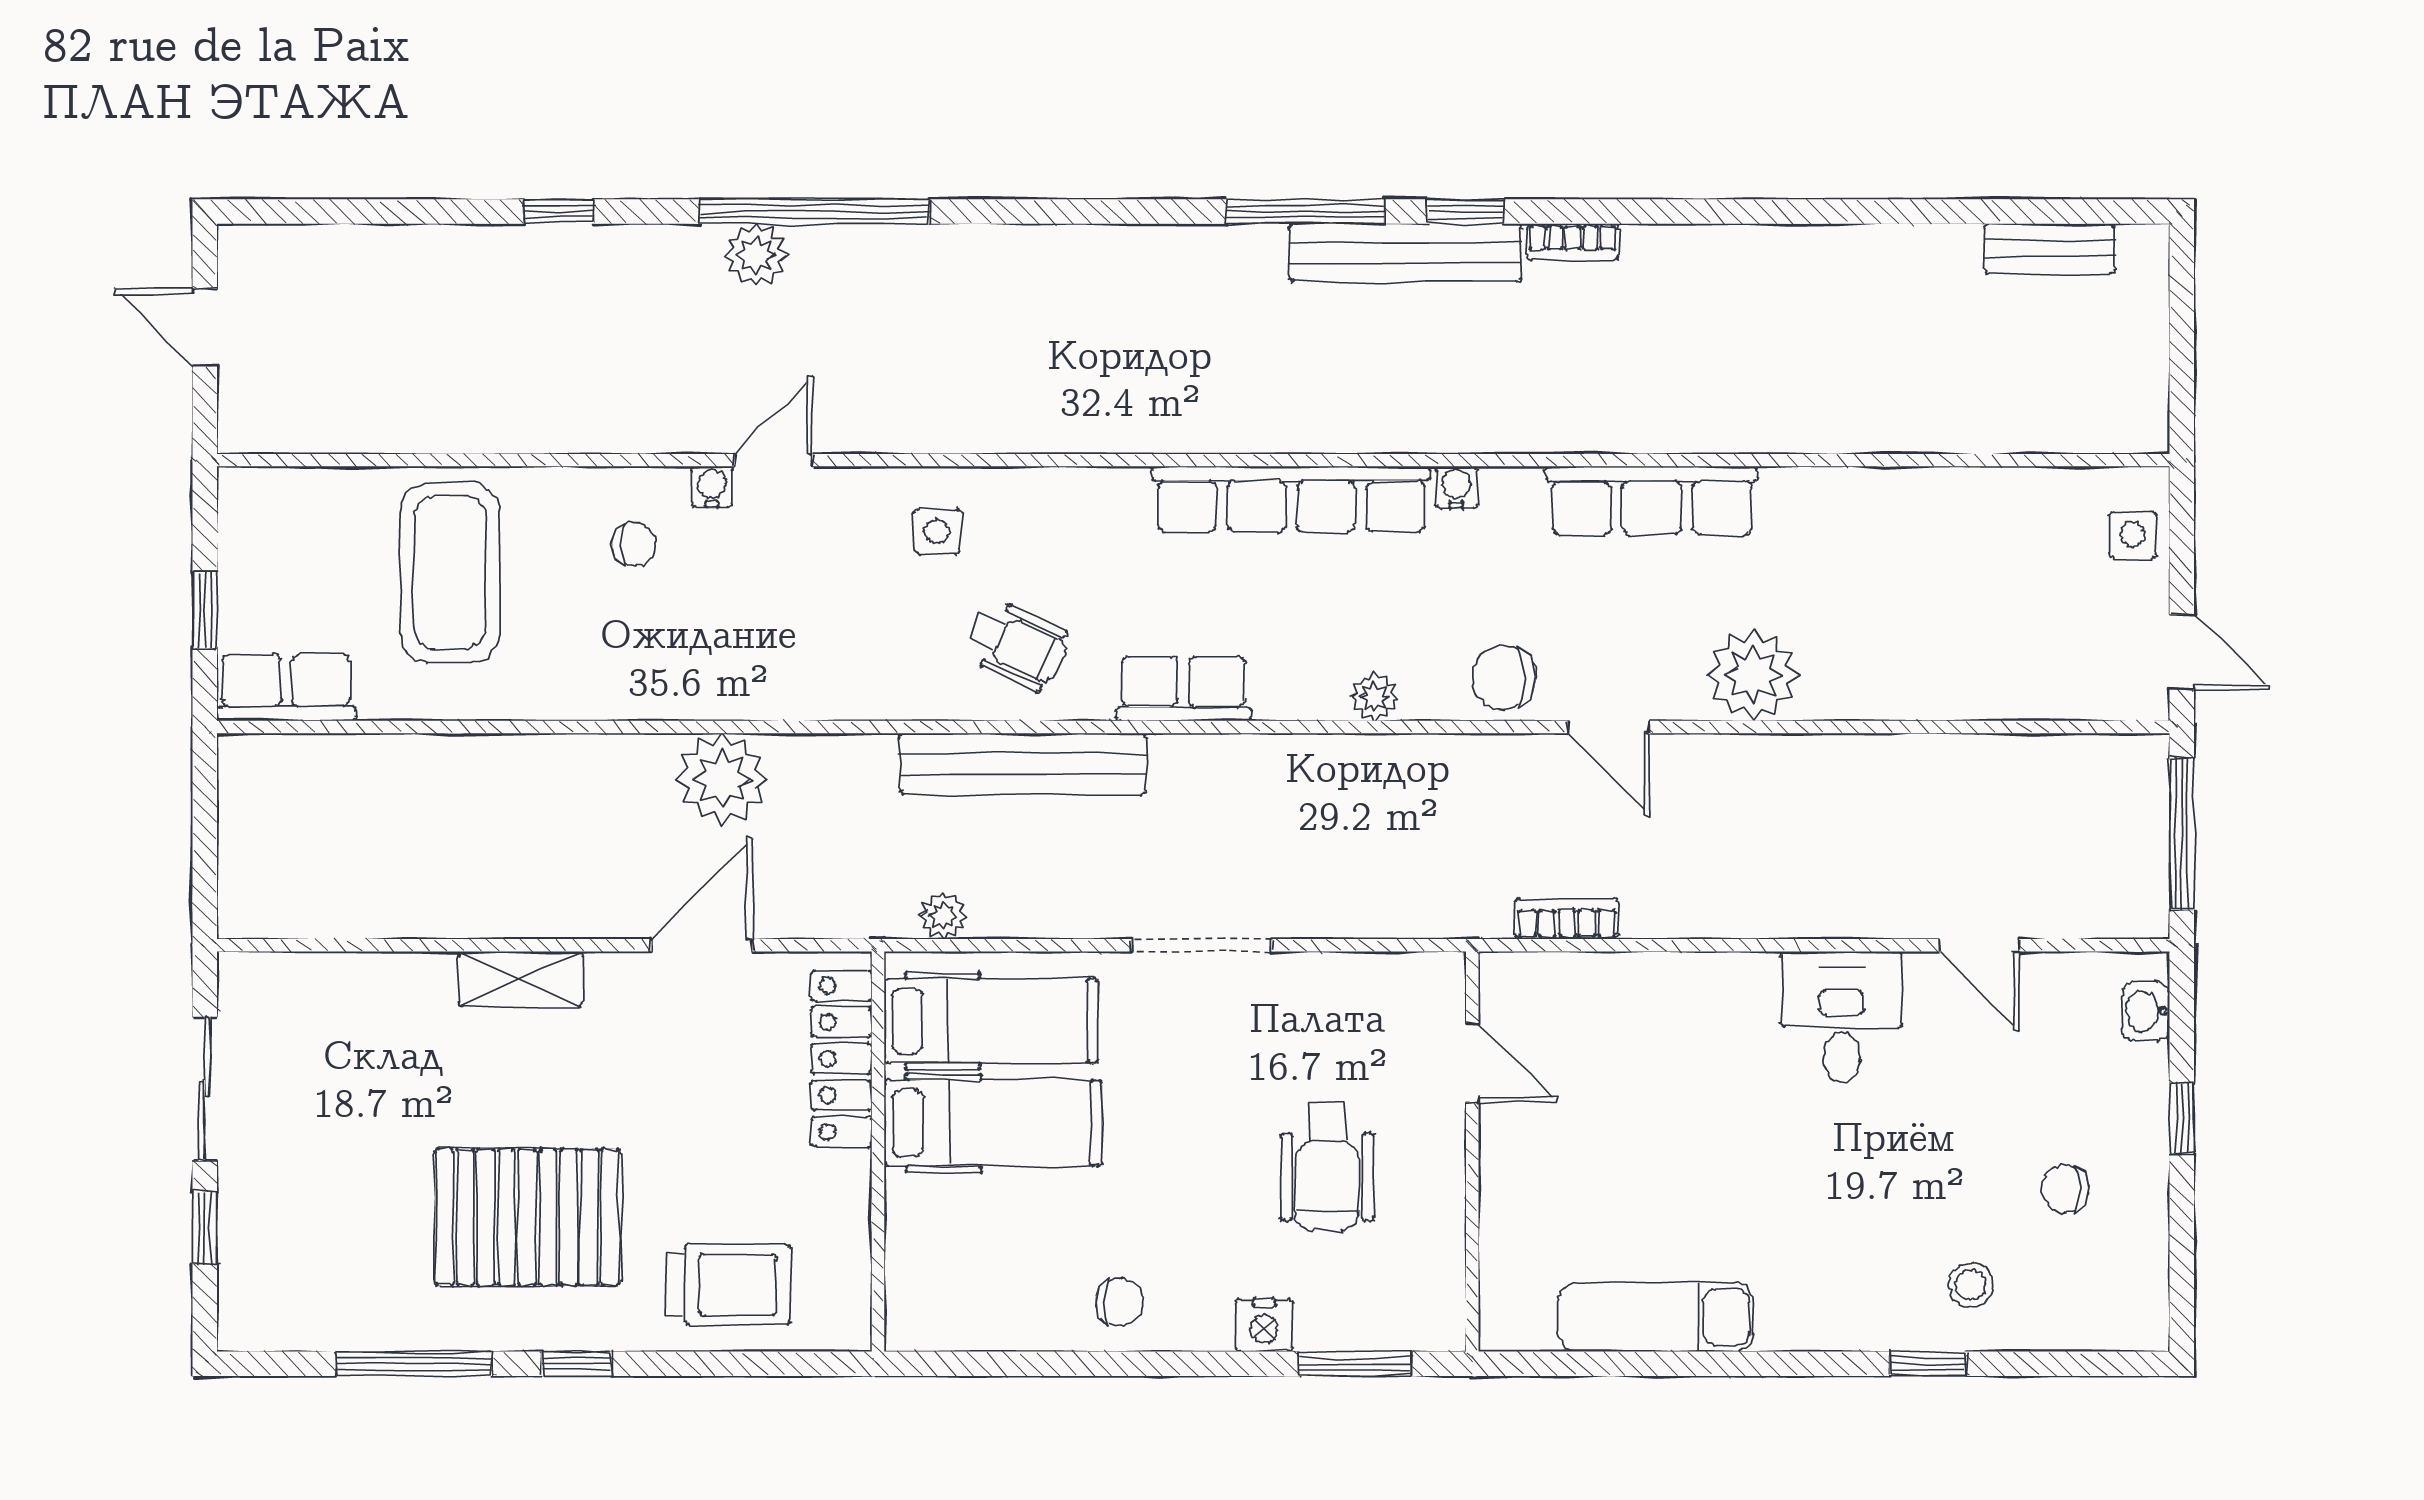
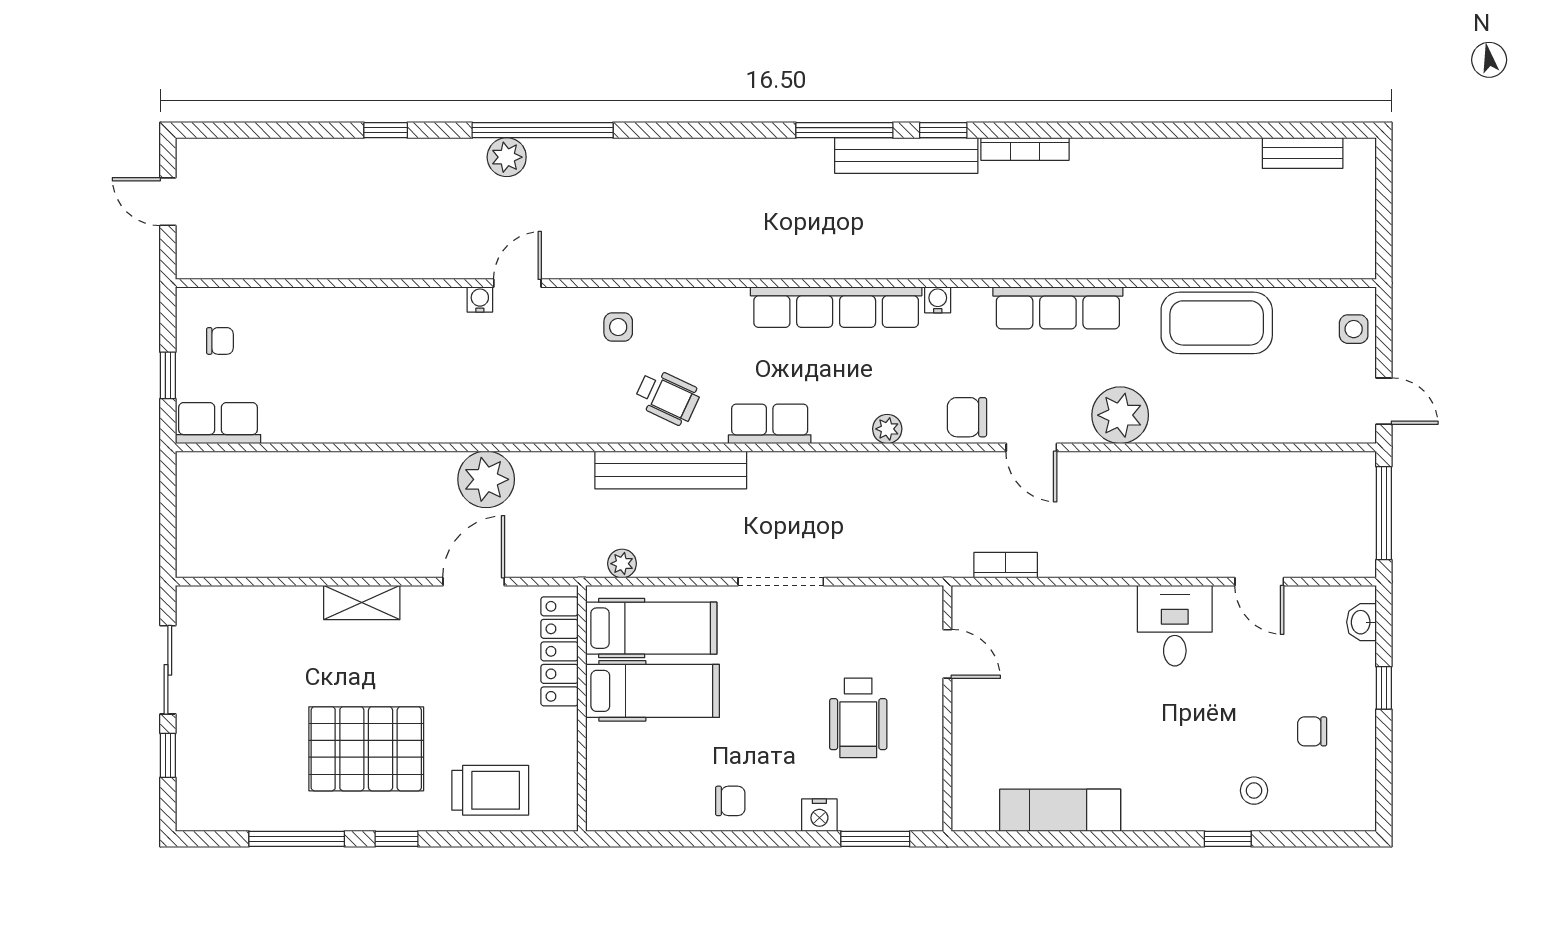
bookcase: (1572, 242) -> (1025, 149), width x1.56
chair: (634, 544) -> (220, 341), moved
coffee table: (450, 572) -> (1217, 323), moved, turned 90

